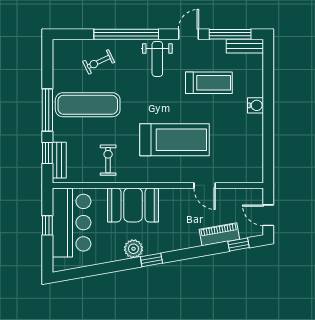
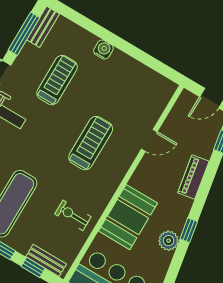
treadmill: (174, 140) -> (91, 143), width x0.73, depth x0.73
piano: (219, 234) -> (193, 177), moved

